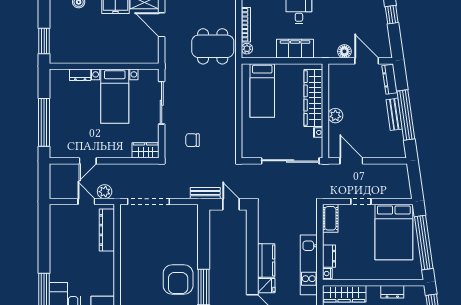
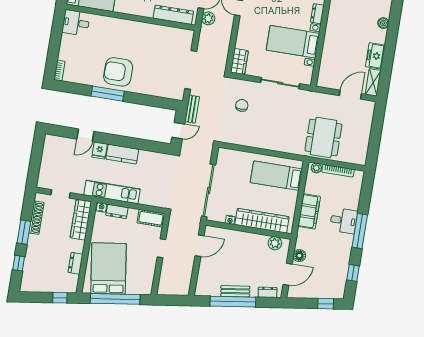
dresser: (390, 79) -> (268, 292), width x0.70
plant: (335, 116) -> (275, 243), moved
doorway: (148, 201) -> (191, 70), moved
bed: (394, 232) -> (108, 268), moved, turned 82

